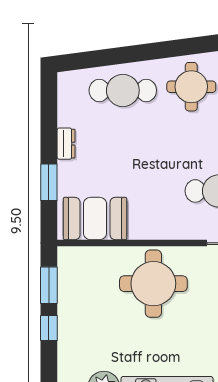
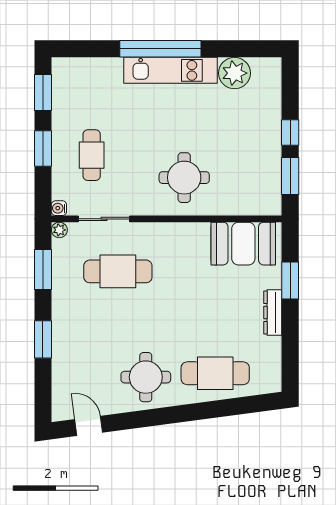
dresser: (66, 144) -> (273, 313), width x1.44
round table: (153, 284) -> (184, 178), width x0.73, depth x0.73

